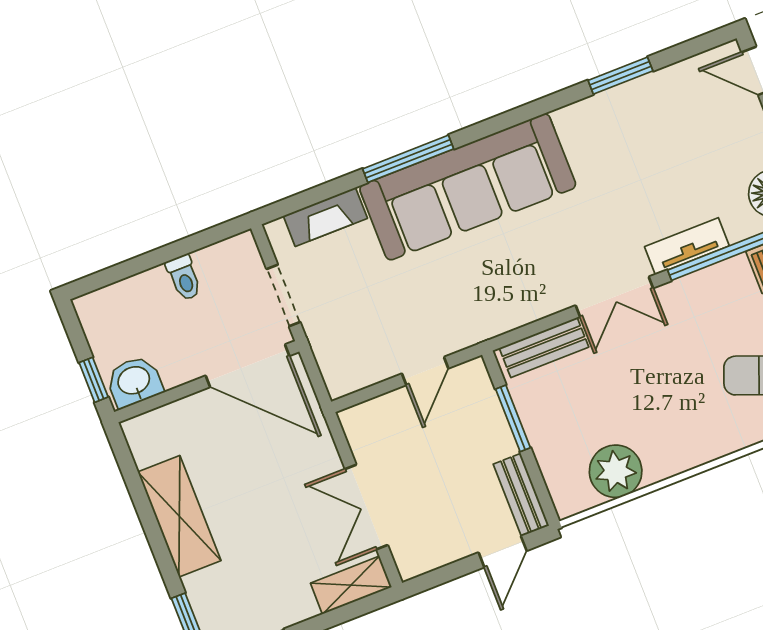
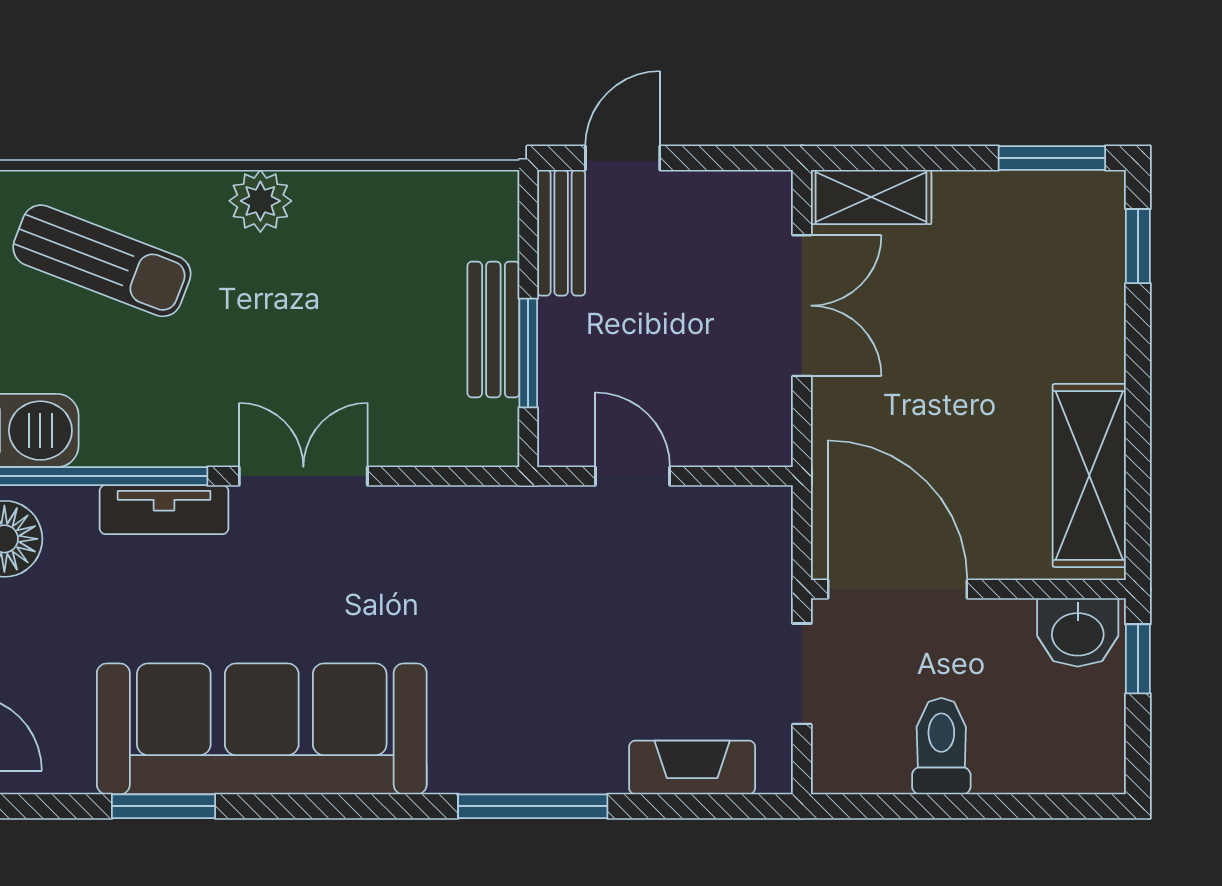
sofa: (468, 187) -> (262, 729), moved
toilet: (184, 278) -> (941, 746), width x1.37, depth x1.39
bench: (544, 348) -> (493, 329), moved, turned 90
door: (425, 371) -> (633, 476), hinge flipped
plant: (616, 471) -> (260, 201), moved, width x0.73, depth x0.73
shelving: (179, 516) -> (1089, 475), moved

